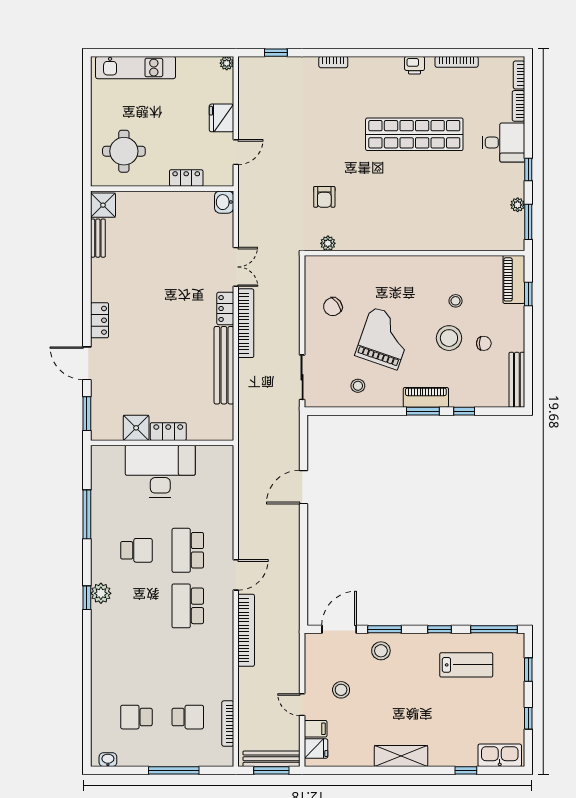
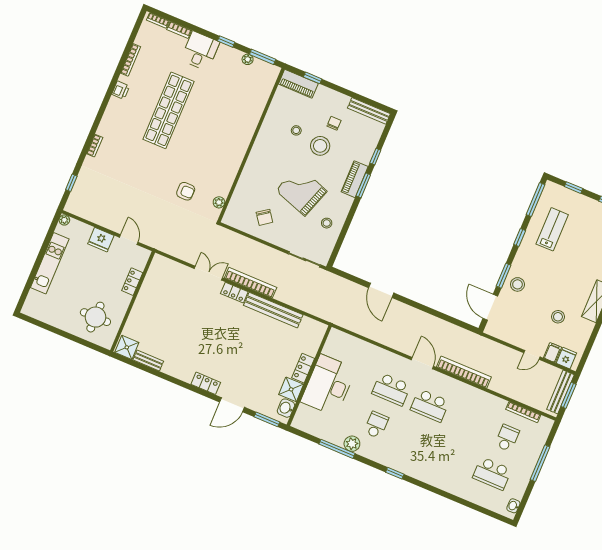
kitchen unit: (136, 68) -> (50, 263), moved
washbasin: (224, 202) -> (286, 408), moved, turned 90
plant: (101, 593) -> (352, 444), moved
stool: (341, 690) -> (558, 317), moved
school desk: (136, 717) -> (492, 474), width x1.85

